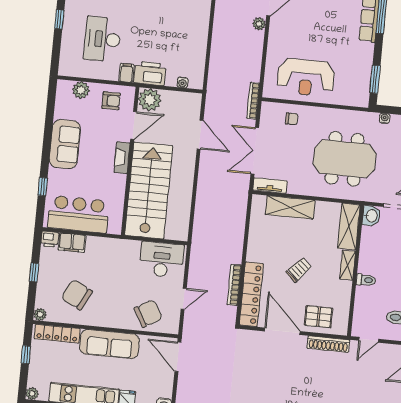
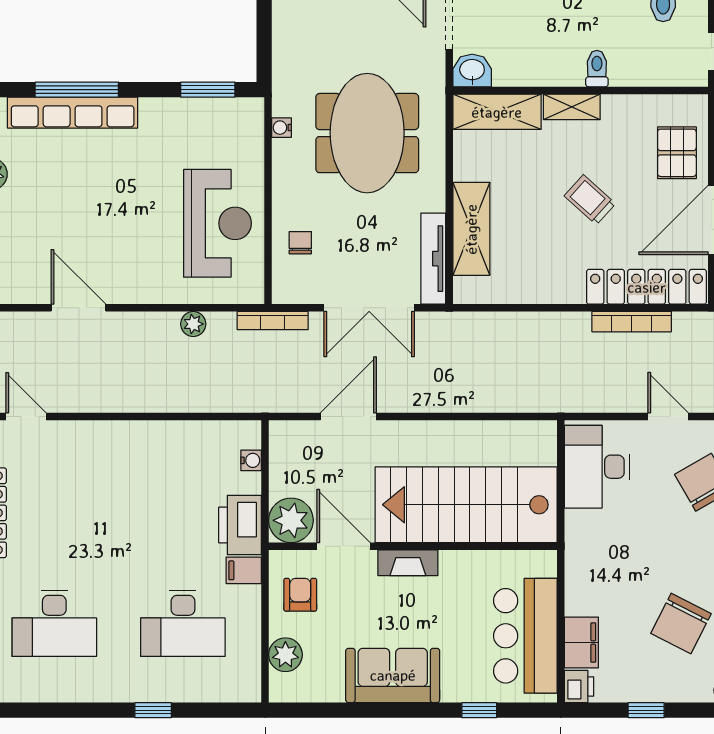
plant: (259, 24) -> (193, 324), moved
water cooler: (385, 118) -> (281, 128), moved
tv unit: (270, 186) -> (433, 259), width x1.41

